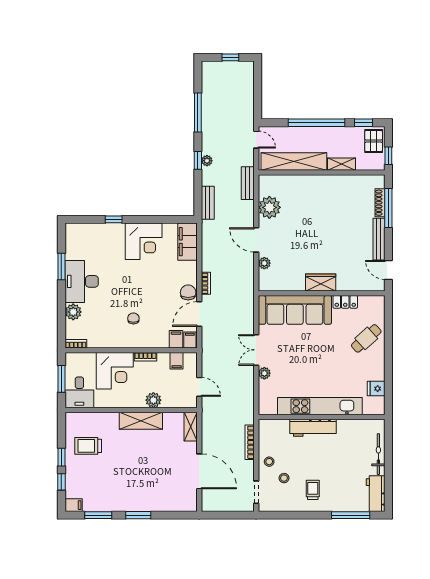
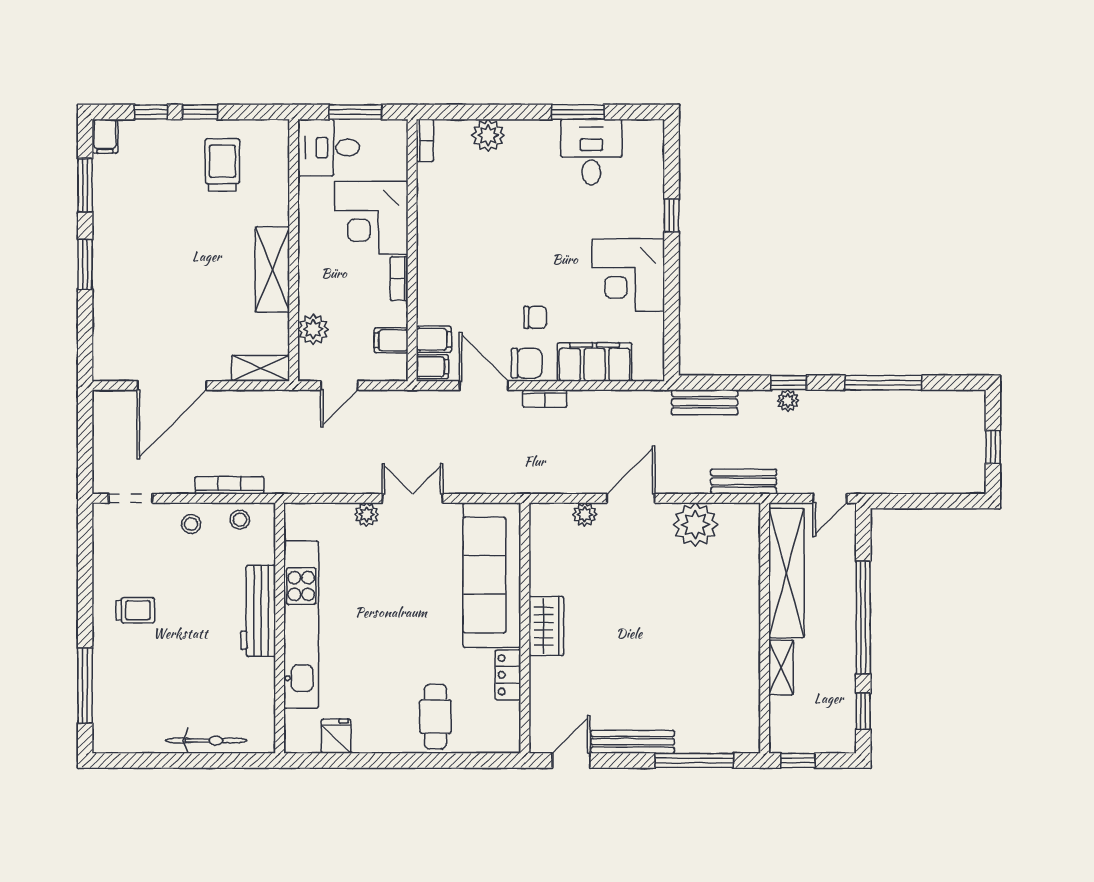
pallet: (374, 141) -> (827, 731), removed
shoe rack: (380, 203) -> (705, 744), removed
filing cabinet: (187, 242) -> (595, 362), moved
desk: (82, 281) -> (591, 152), moved, width x0.73
chair: (133, 318) -> (535, 317), moved
cafe table: (366, 338) -> (435, 717), turned 42
plant: (153, 400) -> (313, 329), moved
stool: (284, 478) -> (240, 520), moved
workbench: (376, 494) -> (128, 735), removed

